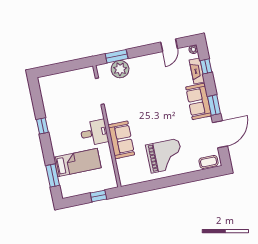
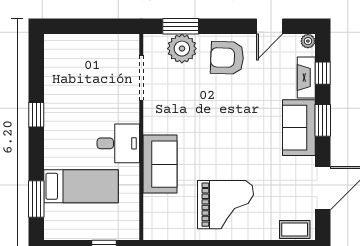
armchair: (148, 69) -> (227, 58), added
window: (214, 105) -> (323, 120), moved

